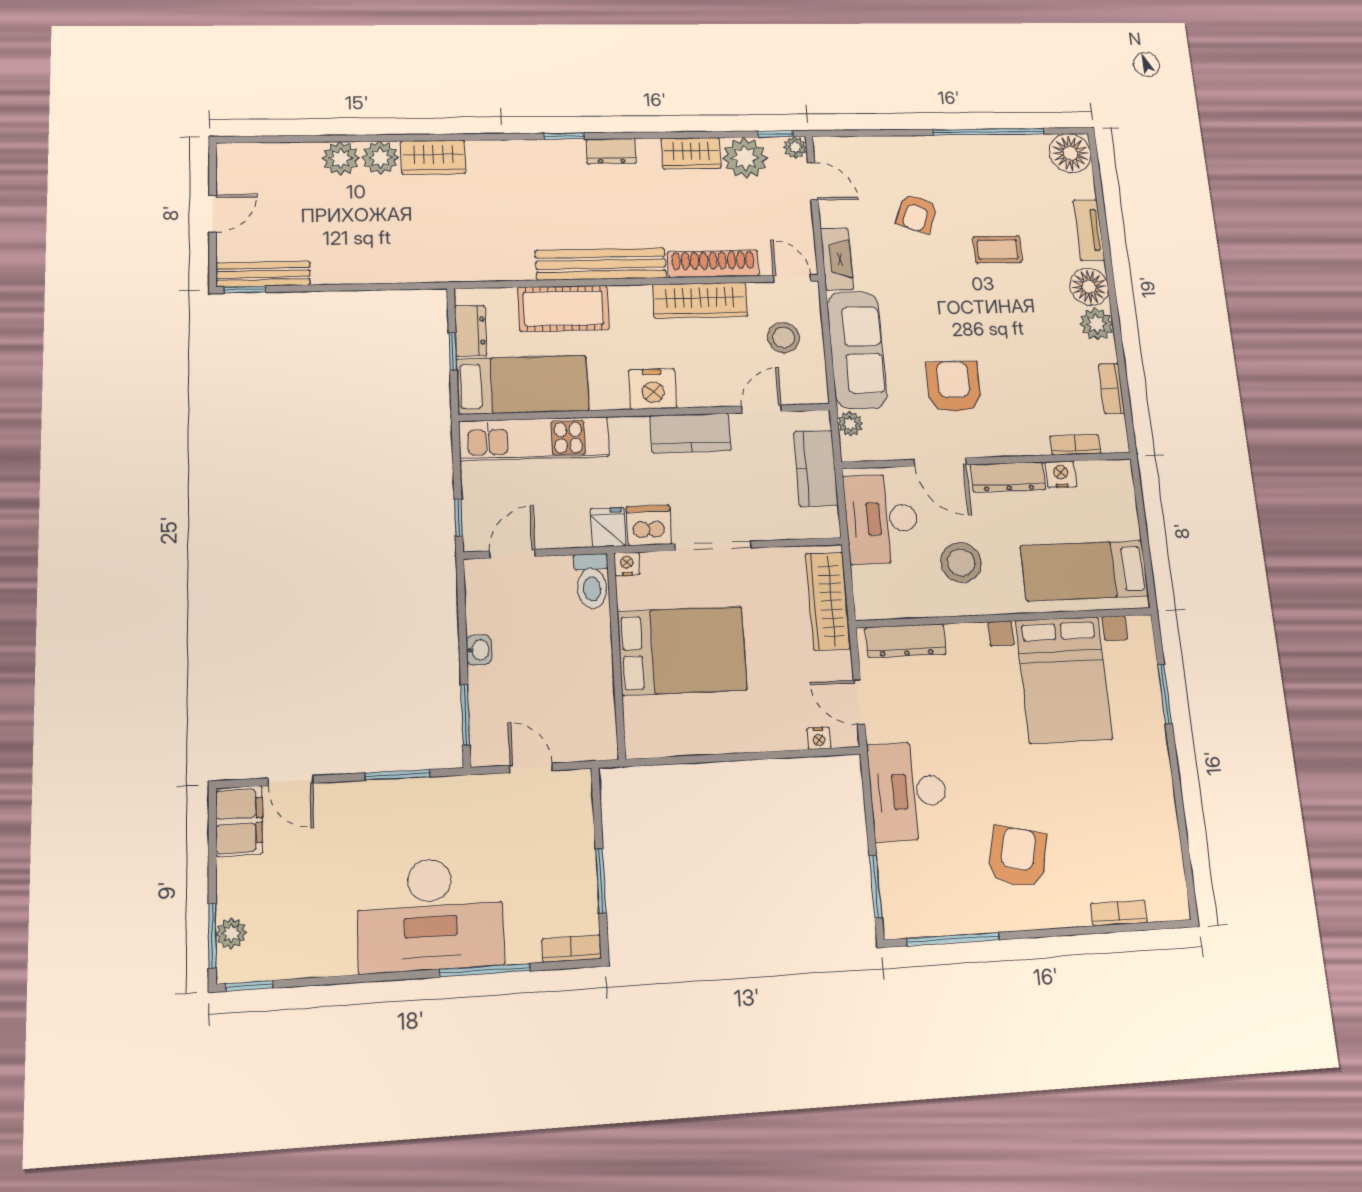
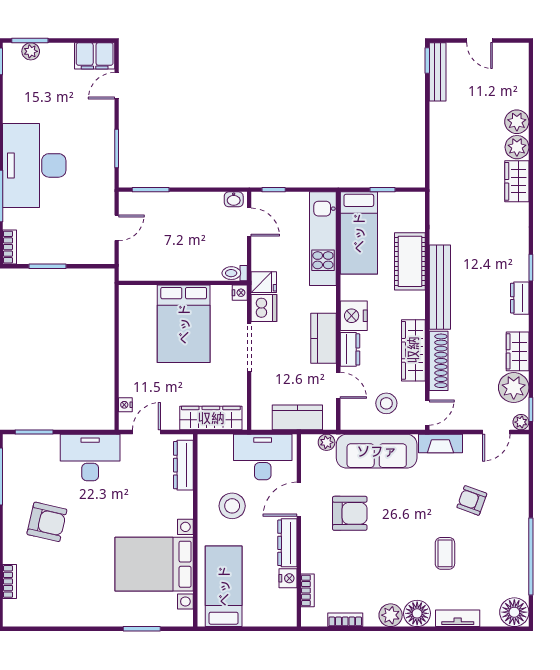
dresser: (470, 331) -> (350, 349), moved, turned -90
toilet: (592, 581) -> (235, 273), width x0.73, depth x0.72
washbasin: (479, 650) -> (234, 199), moved

